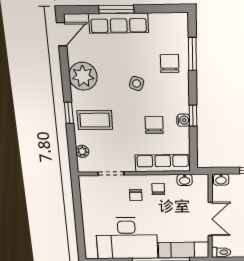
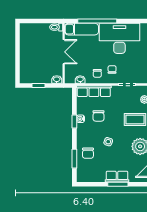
row of seats: (119, 23) -> (117, 177), width x0.68
double door: (210, 219) -> (64, 52), swing flipped

